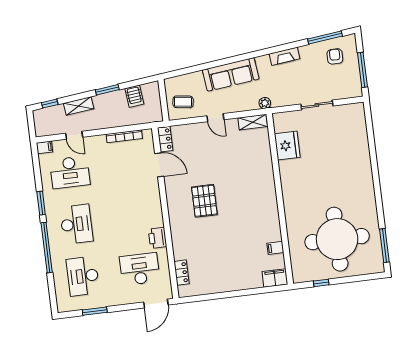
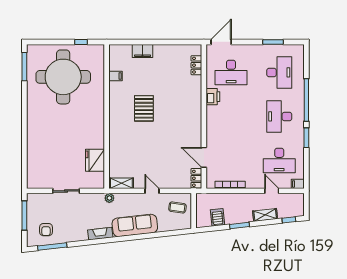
fireplace: (284, 56) -> (100, 234), moved
desk: (70, 172) -> (279, 160), turned 180
pallet: (204, 201) -> (144, 108), moved
filing cabinet: (275, 278) -> (143, 51), moved

